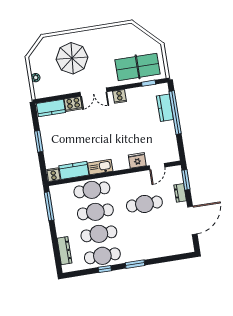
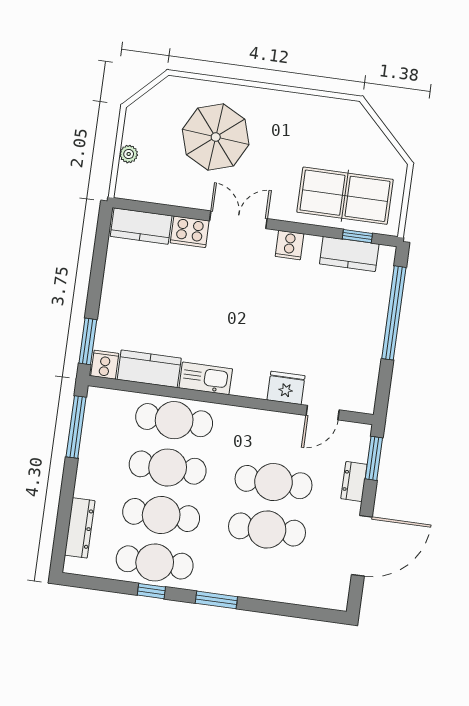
double door: (93, 92) -> (238, 220), swing flipped
kitchen counter: (165, 108) -> (349, 254), moved, turned -90
window: (39, 141) -> (88, 341), moved
cafe table: (148, 226) -> (267, 529), added

